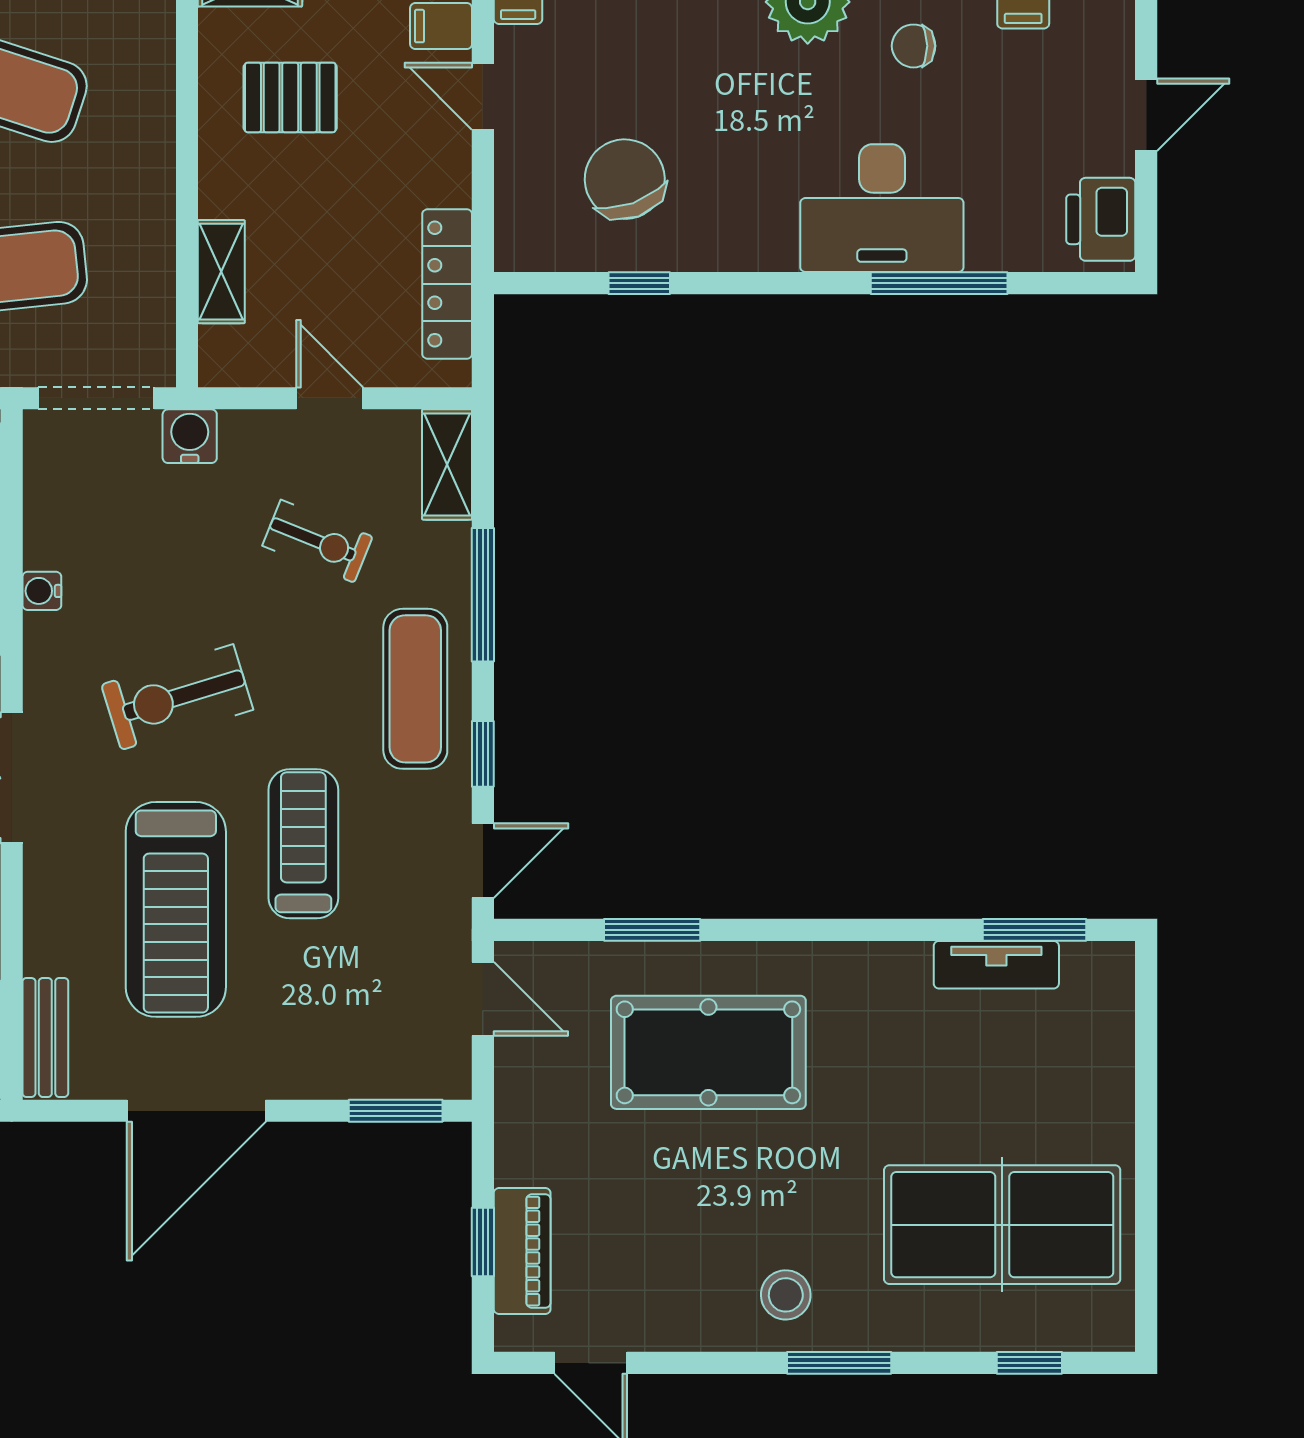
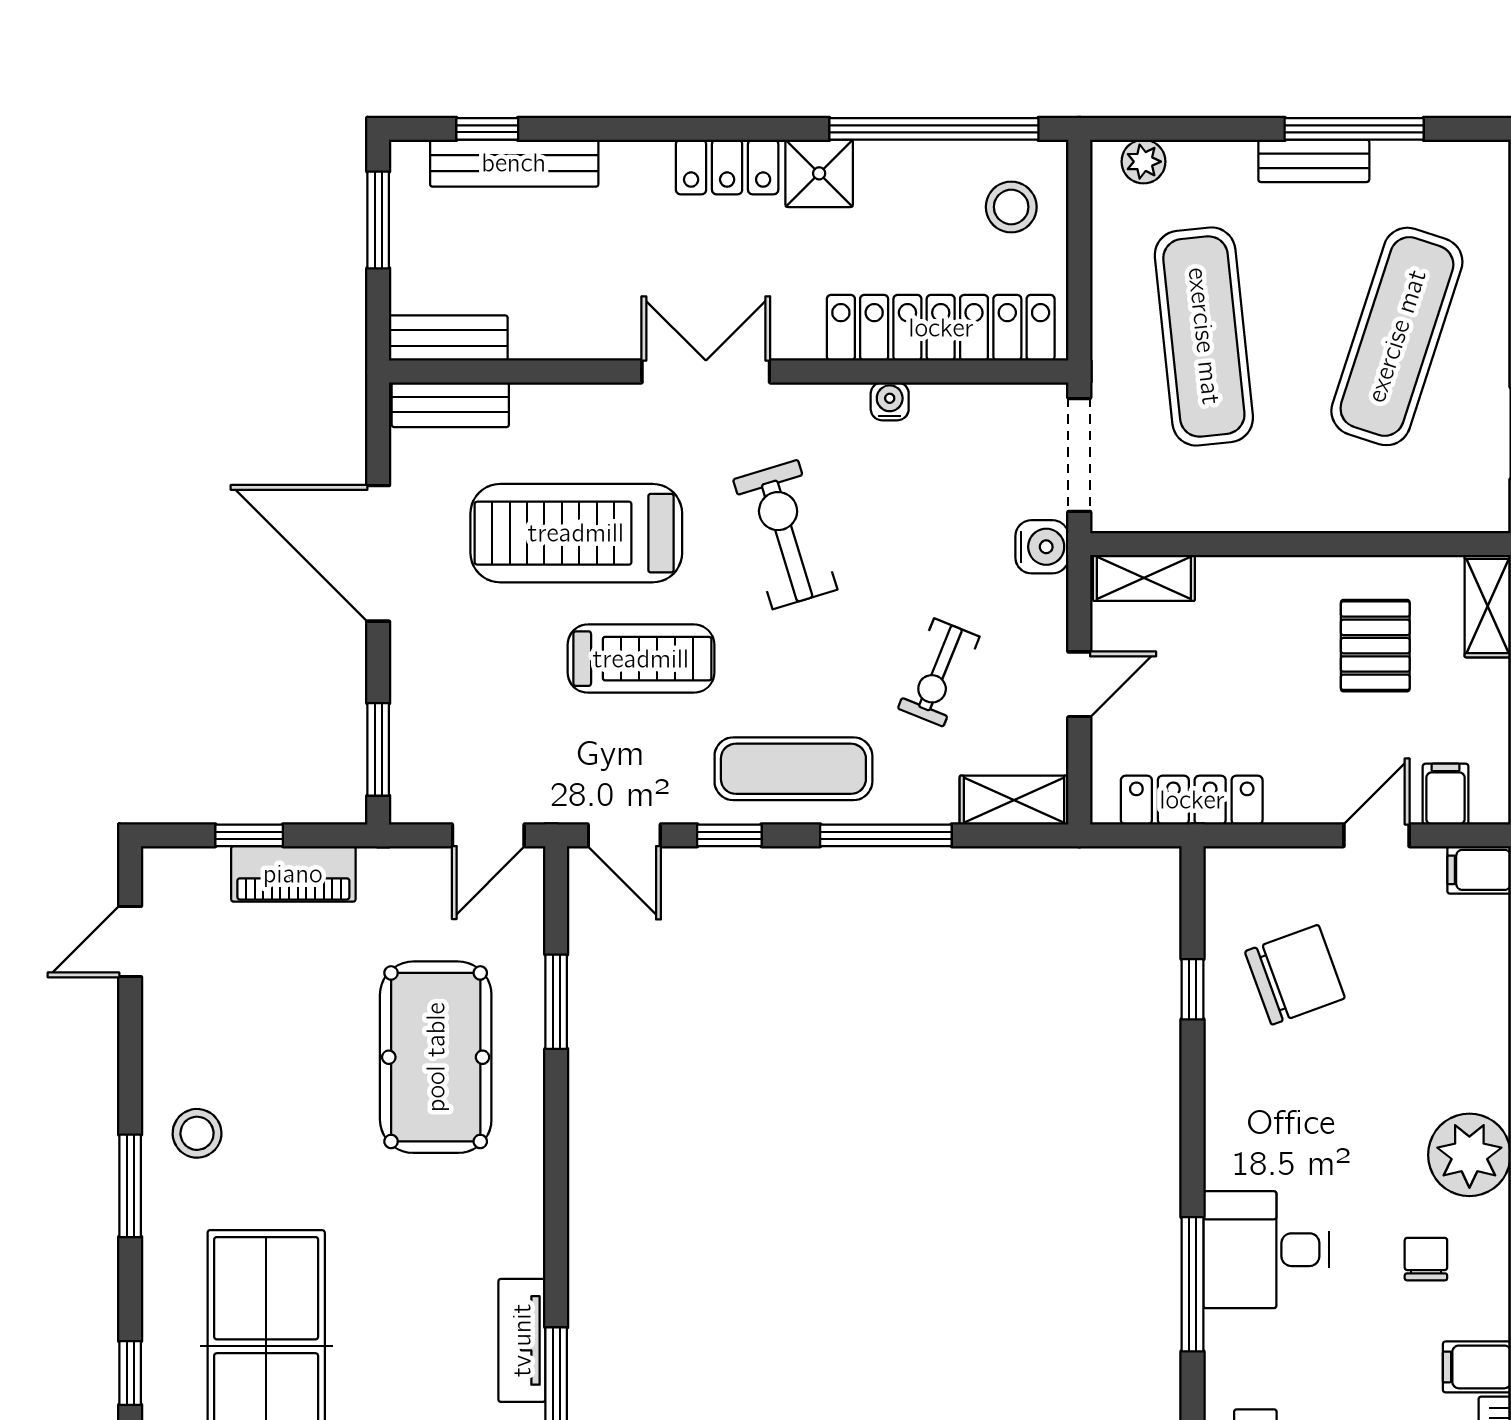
desk: (882, 208) -> (1266, 1250), width x0.73
shelving: (221, 272) -> (1144, 578), moved
piano: (522, 1251) -> (293, 874), moved

